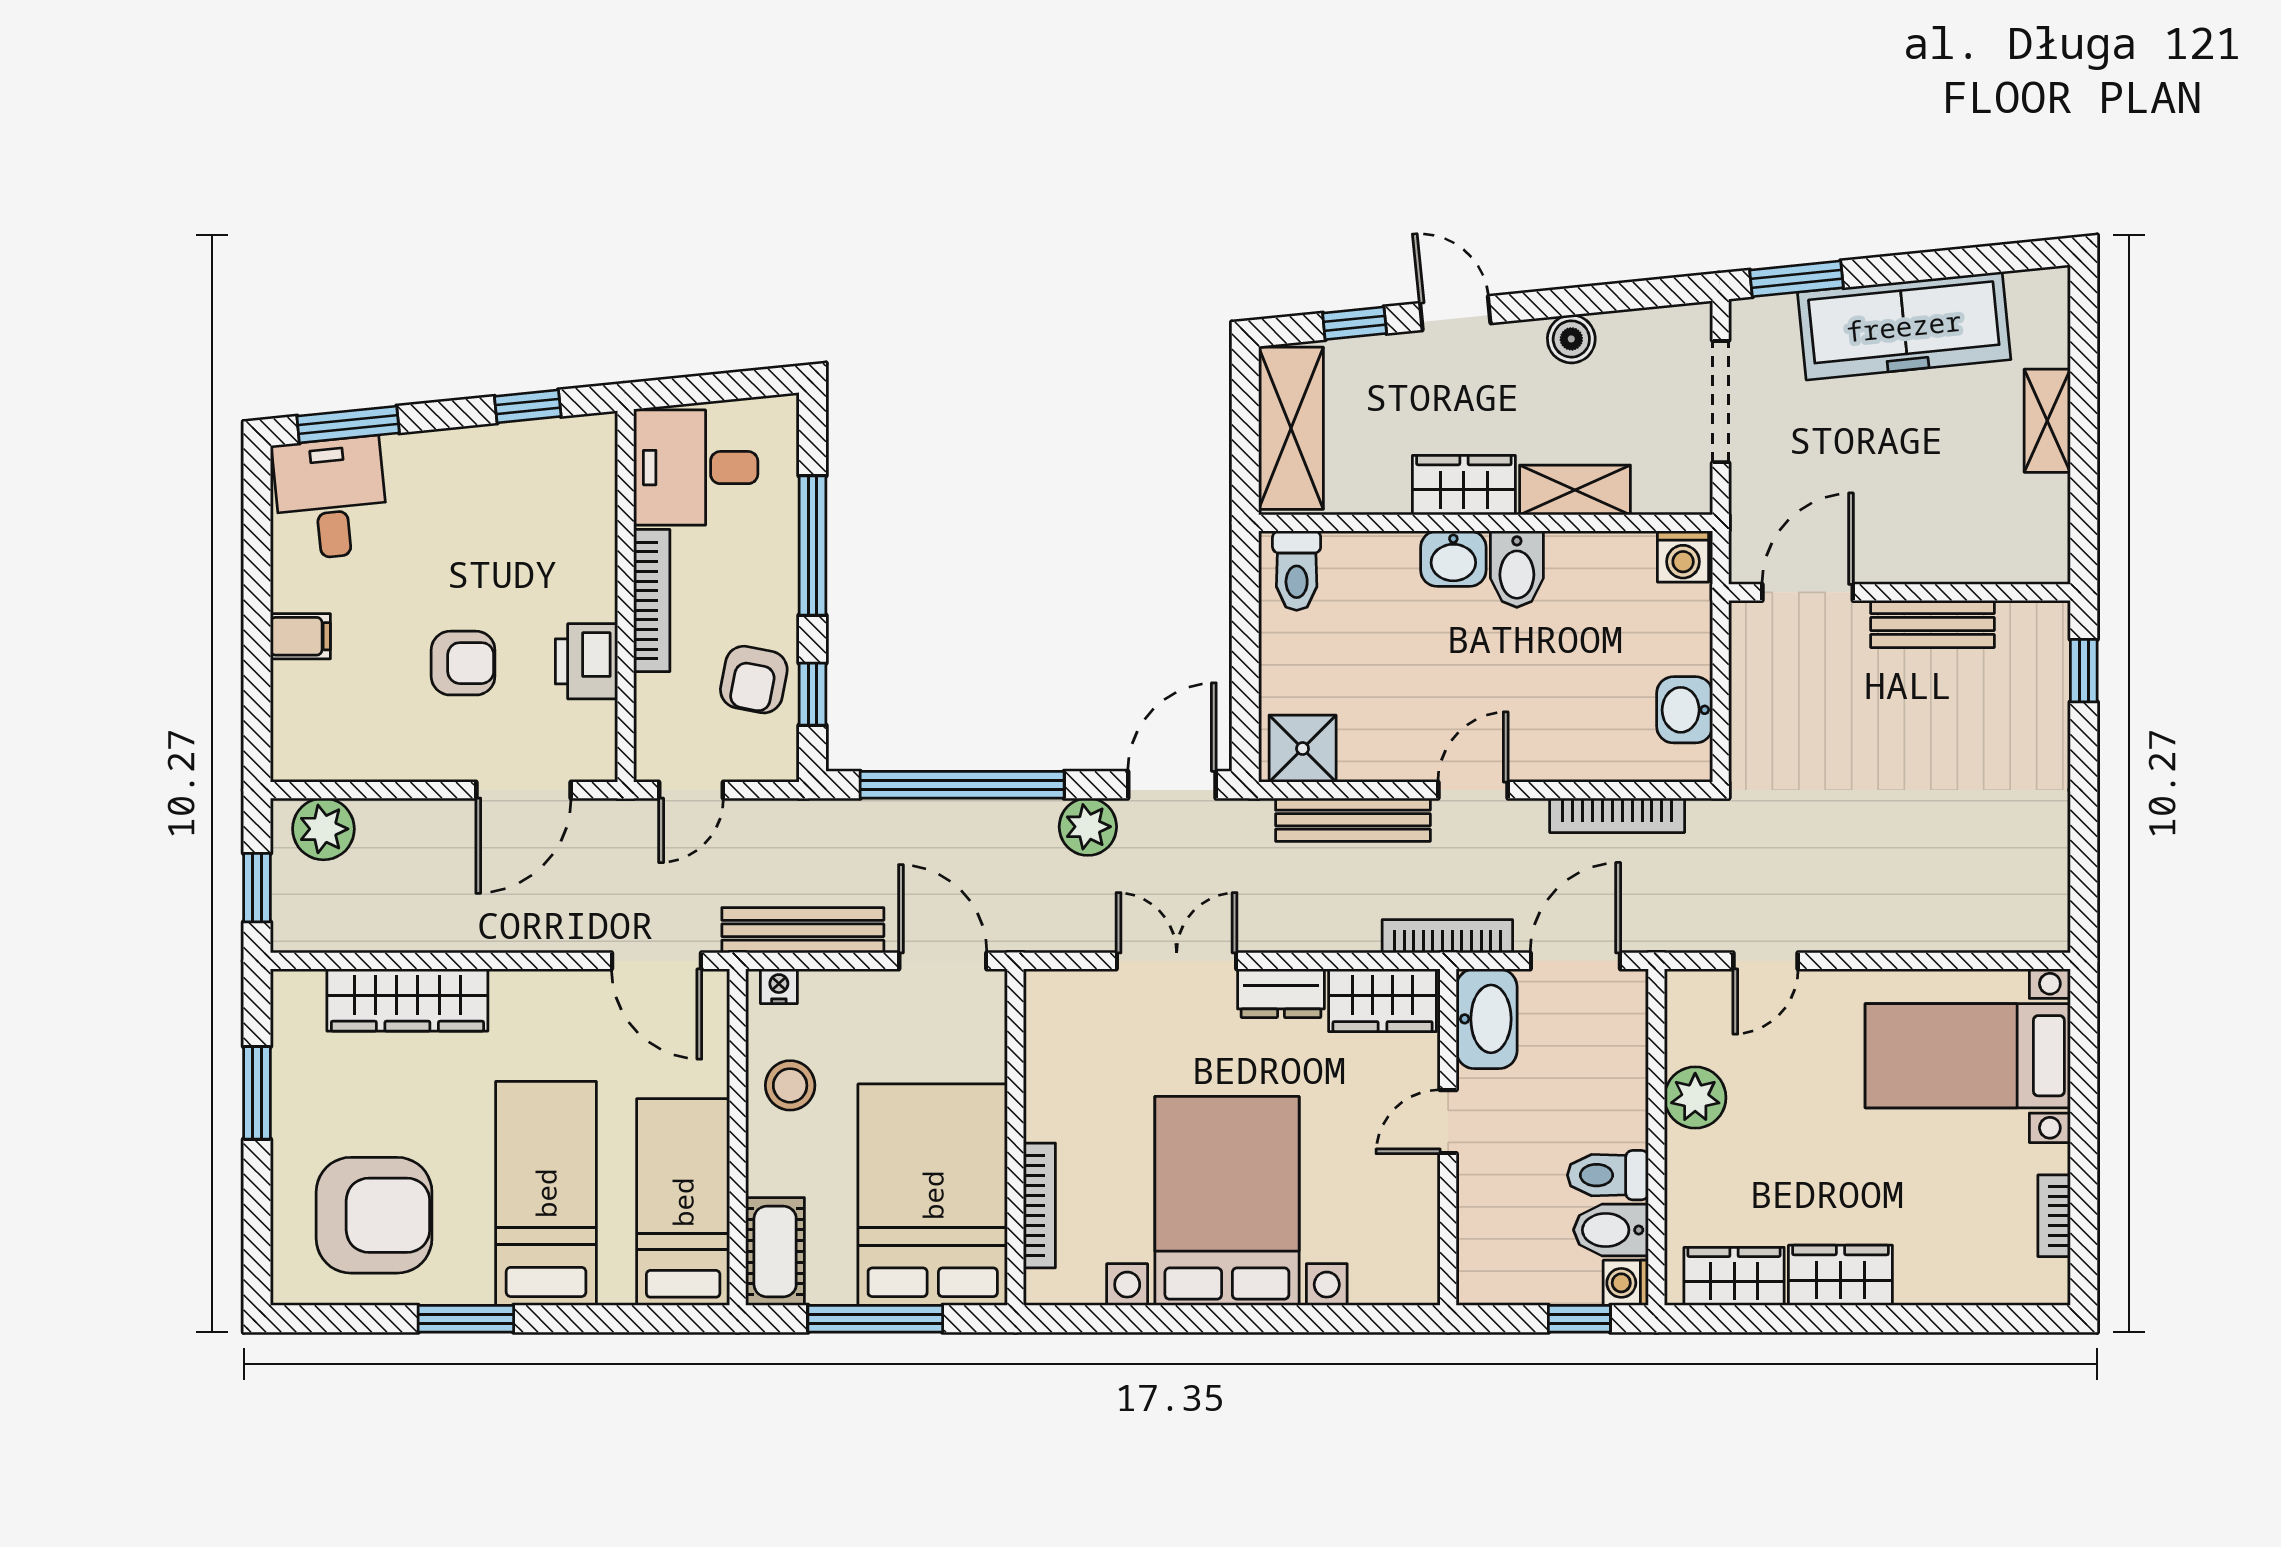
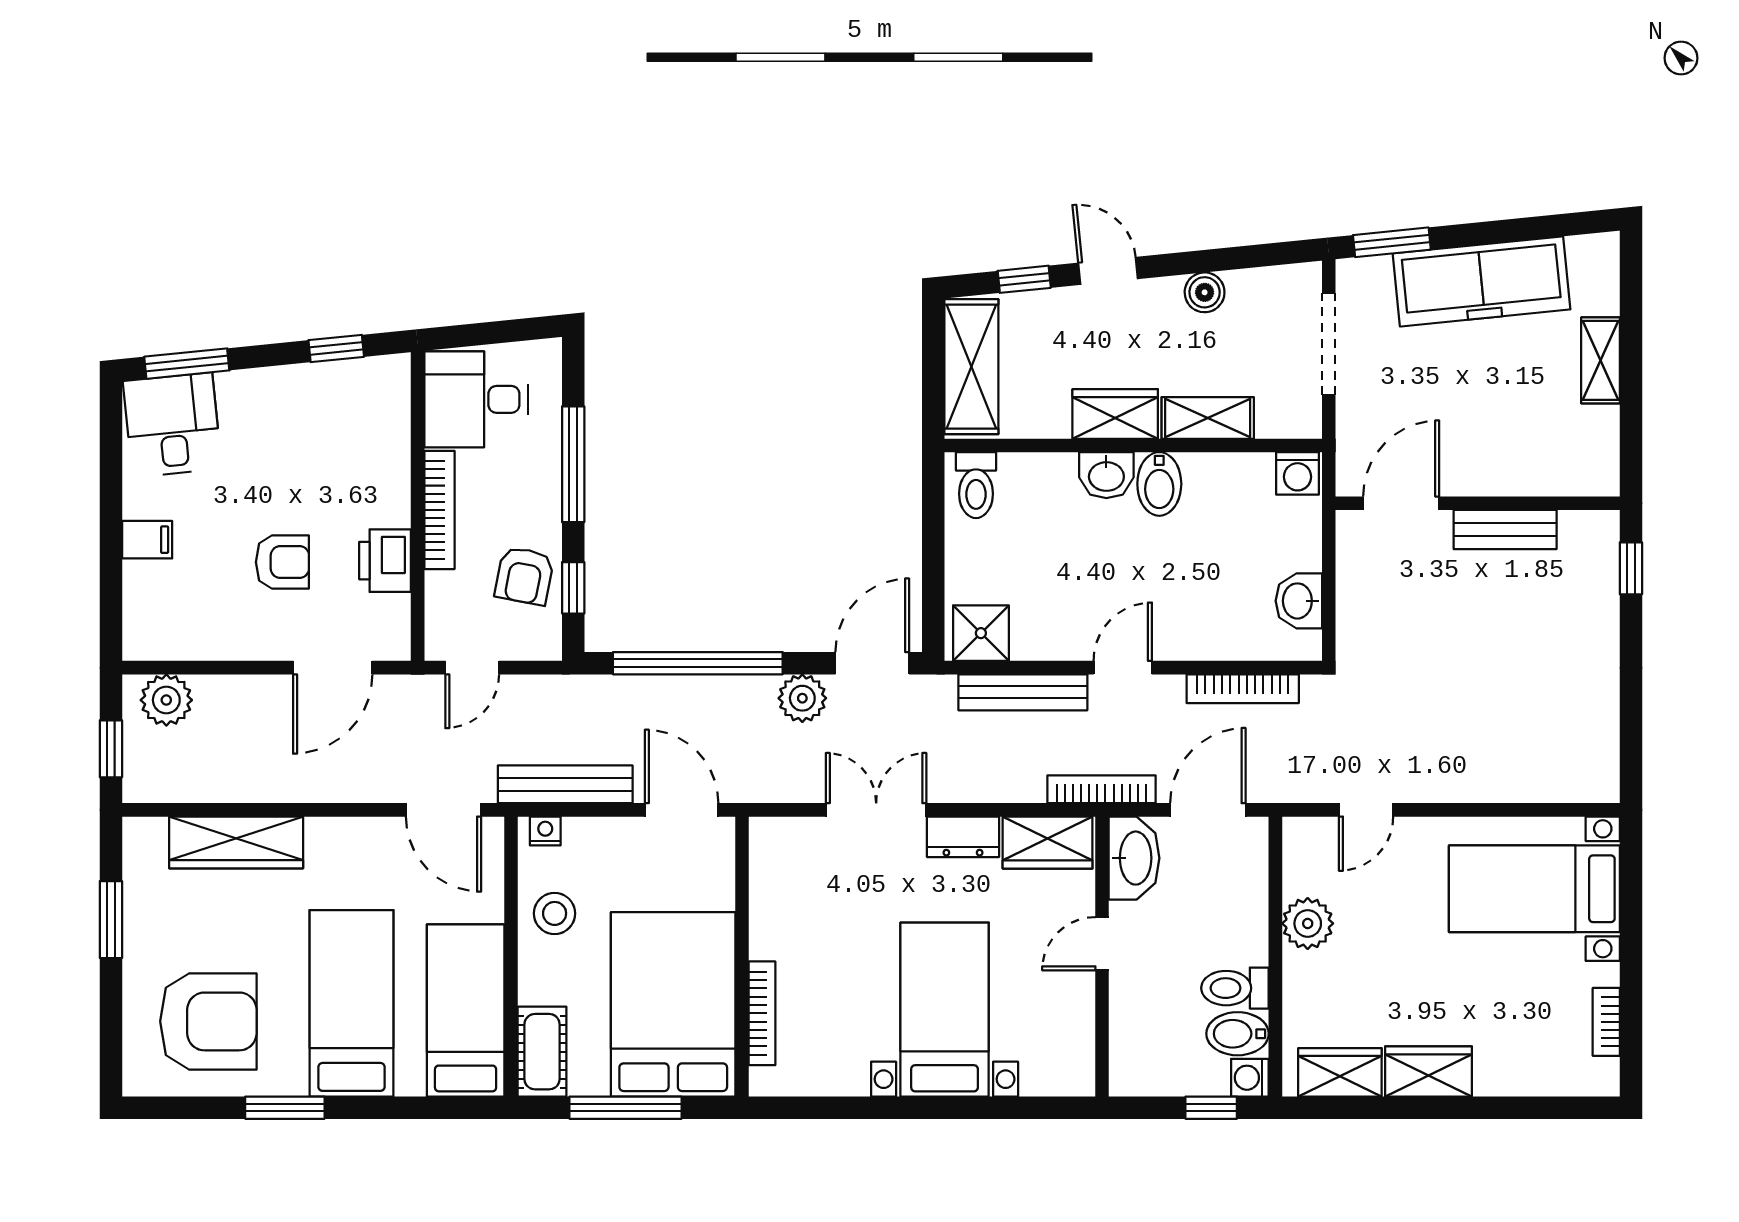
bed with nightstands: (1227, 1201) -> (945, 1010), width x0.73

